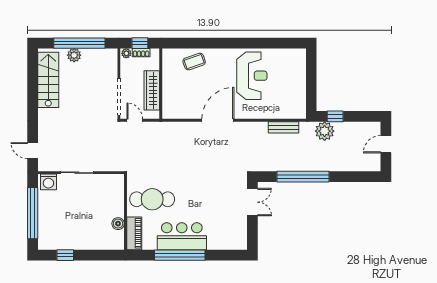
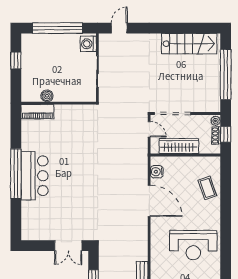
plant: (74, 55) -> (214, 69), removed
water cooler: (178, 113) -> (157, 172), added
door: (135, 120) -> (149, 129), hinge flipped
door: (218, 120) -> (149, 201), moved
cafe table: (152, 199) -> (71, 146), removed
wall: (125, 212) -> (59, 103), moved
boiler: (118, 224) -> (47, 96), moved
piano: (134, 233) -> (37, 112), moved

